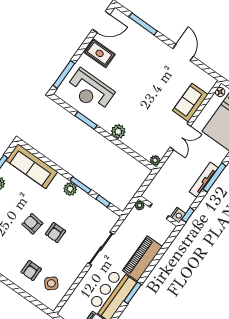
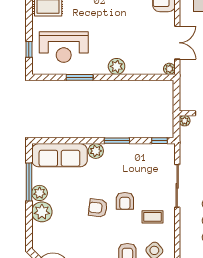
window: (64, 74) -> (29, 49), width x0.46
double door: (180, 137) -> (177, 43), moved
plant: (70, 189) -> (96, 151), moved
window: (103, 201) -> (160, 141), moved
coffee table: (67, 258) -> (152, 217), added

